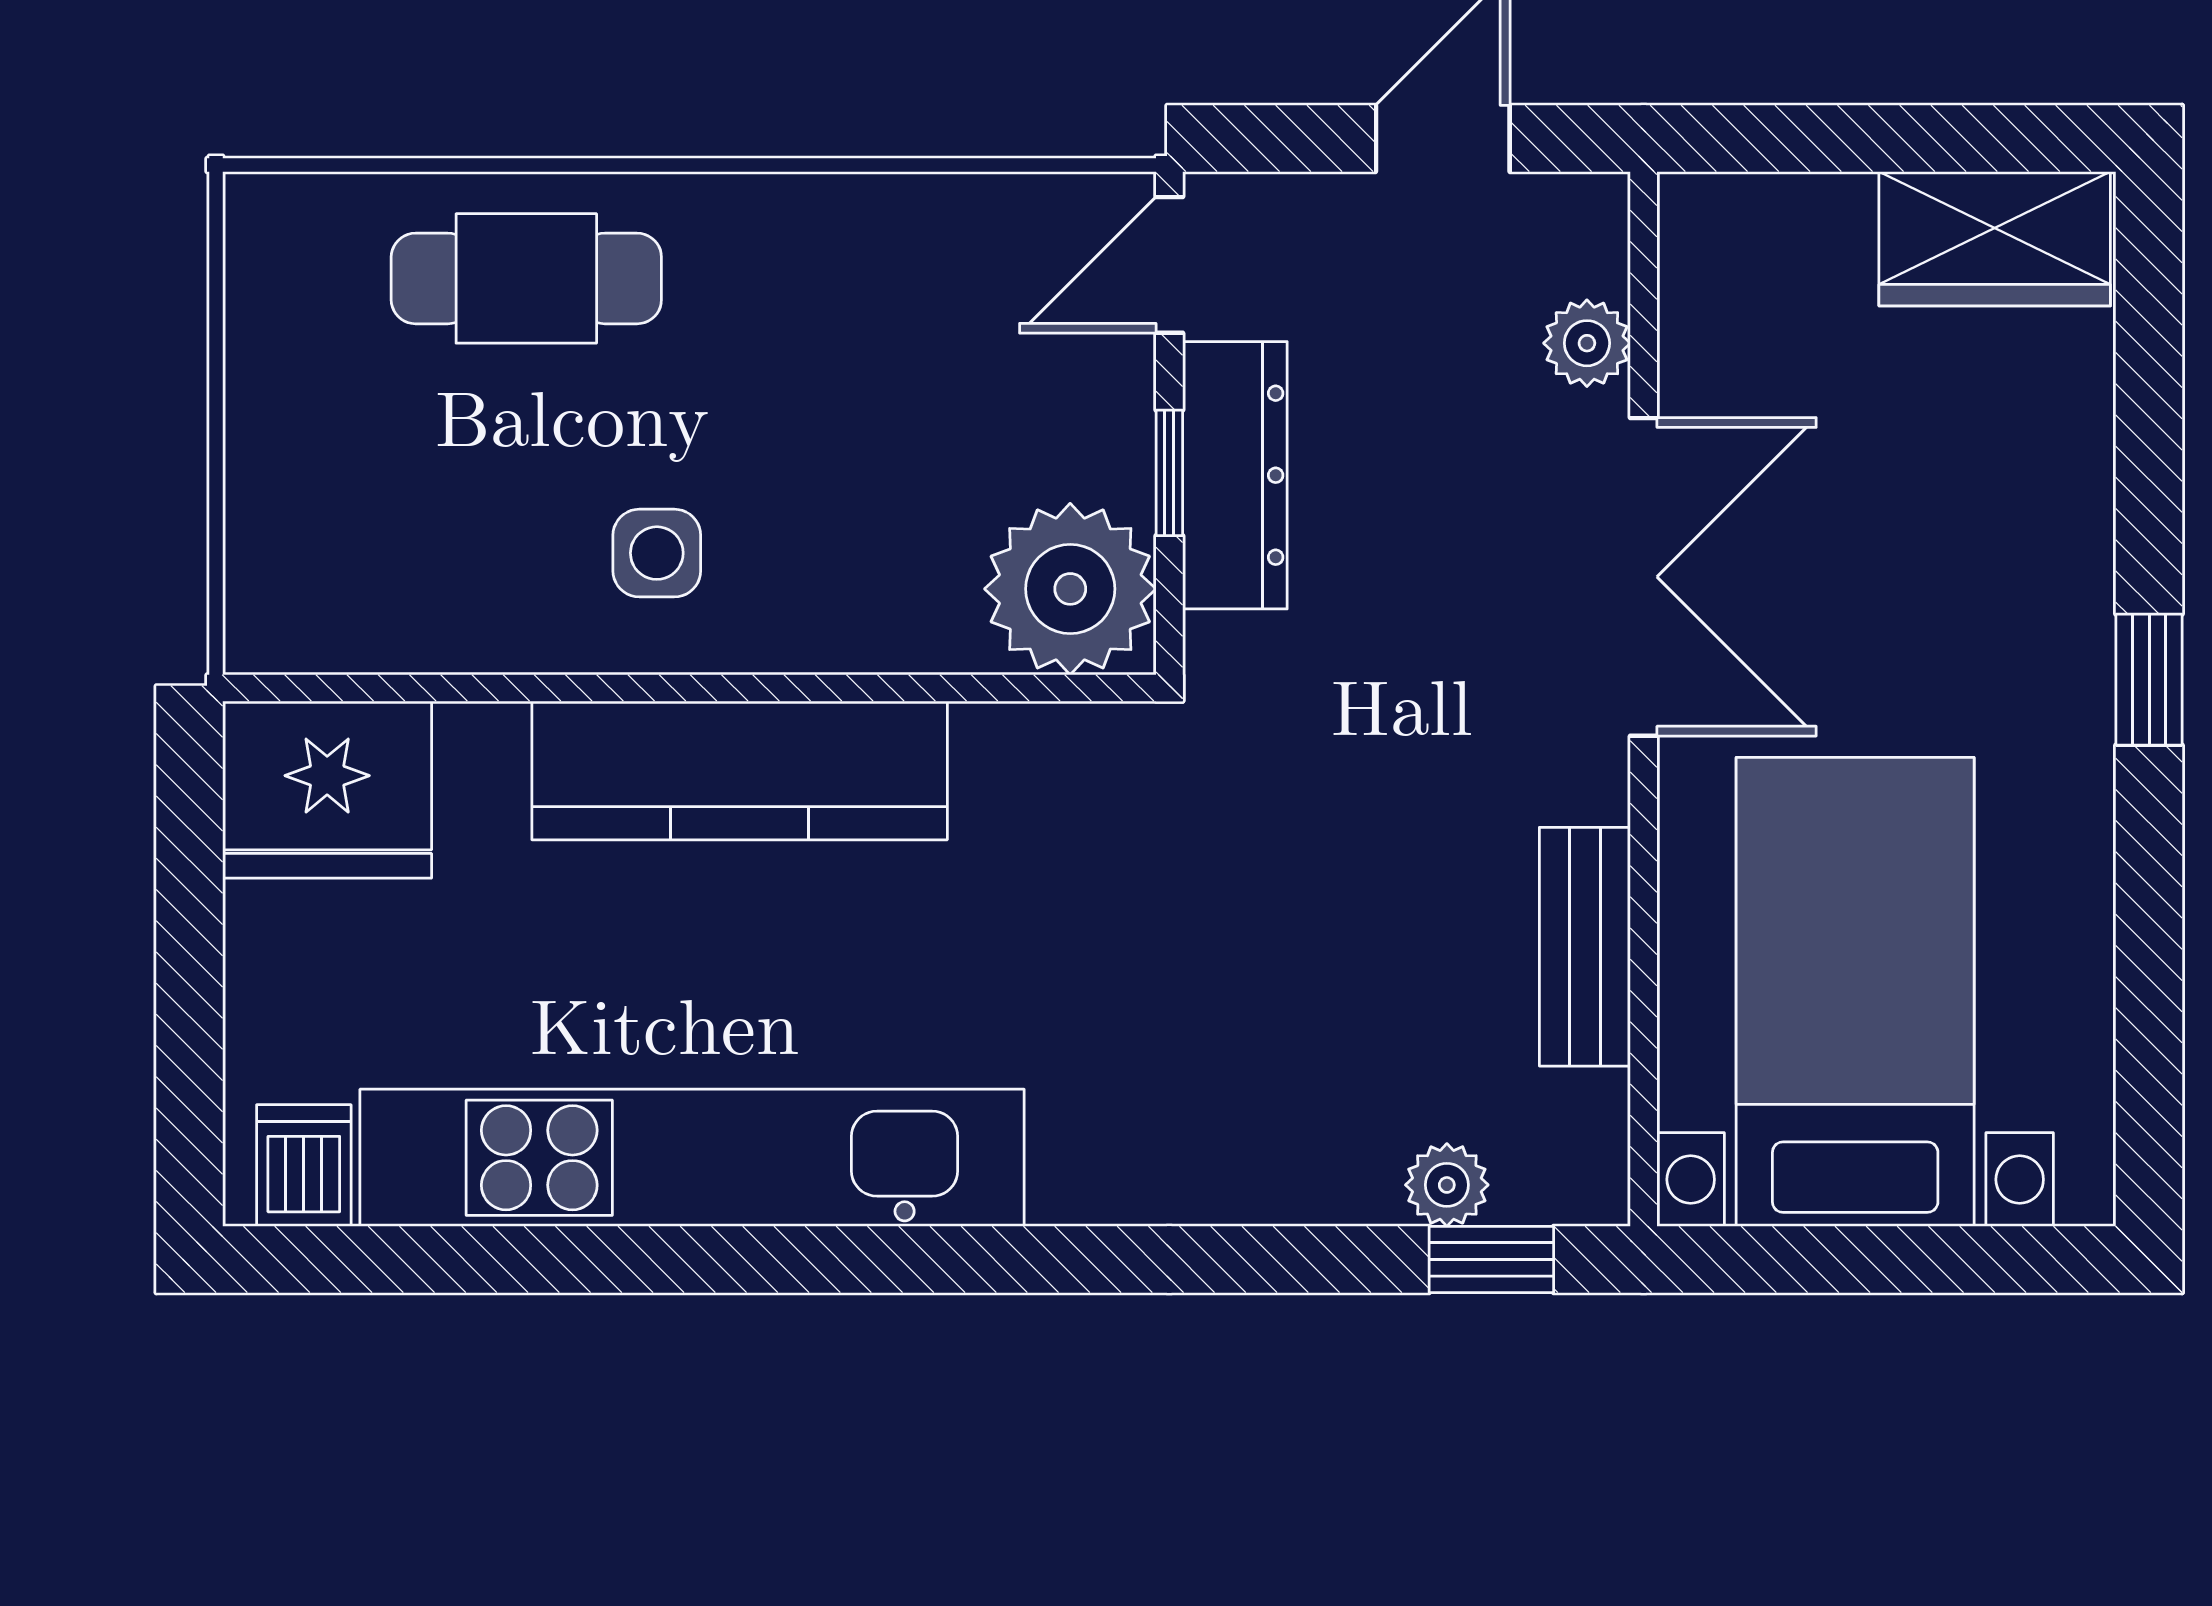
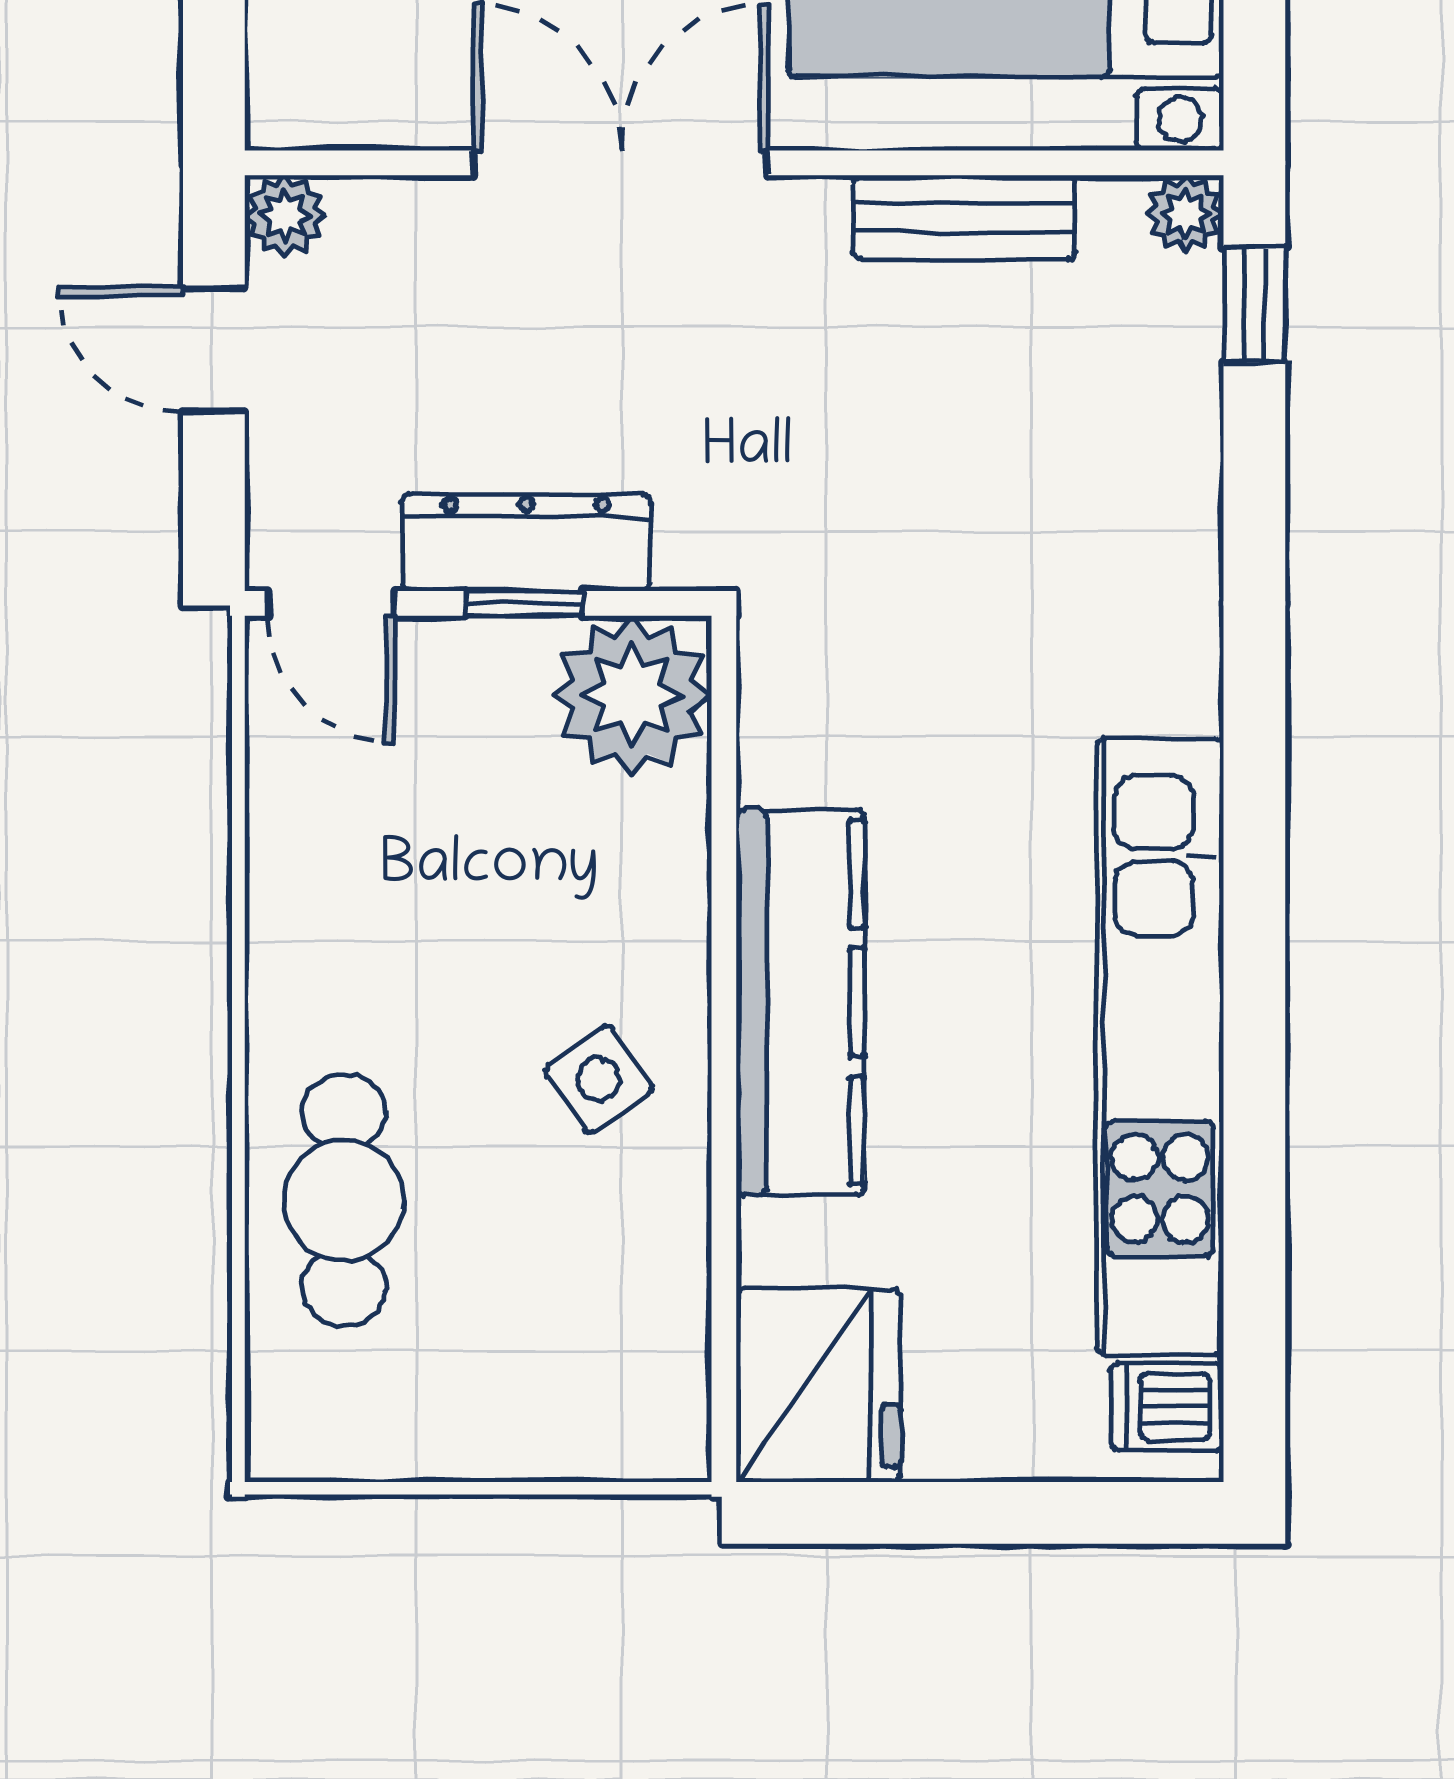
plant: (1587, 343) -> (285, 216), moved
side table: (657, 553) -> (599, 1079), turned -35
plant: (1447, 1185) -> (1185, 214), moved

